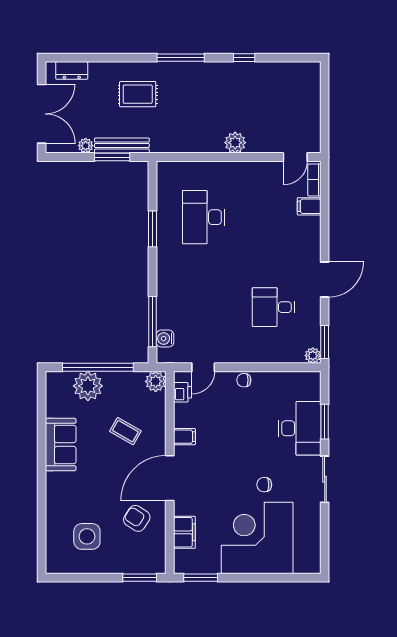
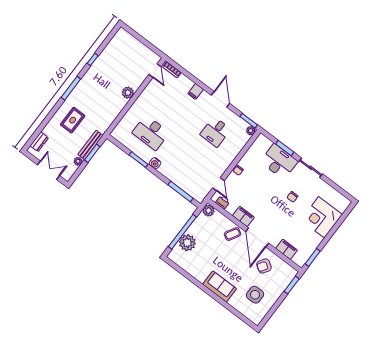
double door: (42, 114) -> (49, 170), width x0.73
filing cabinet: (309, 206) -> (196, 91), moved
water cooler: (165, 339) -> (155, 163), moved
coffee table: (125, 431) -> (233, 234), moved
filing cabinet: (184, 437) -> (243, 216), width x2.00
sofa: (61, 445) -> (220, 286), moved
corner desk: (257, 538) -> (322, 217), width x0.74, depth x0.74

